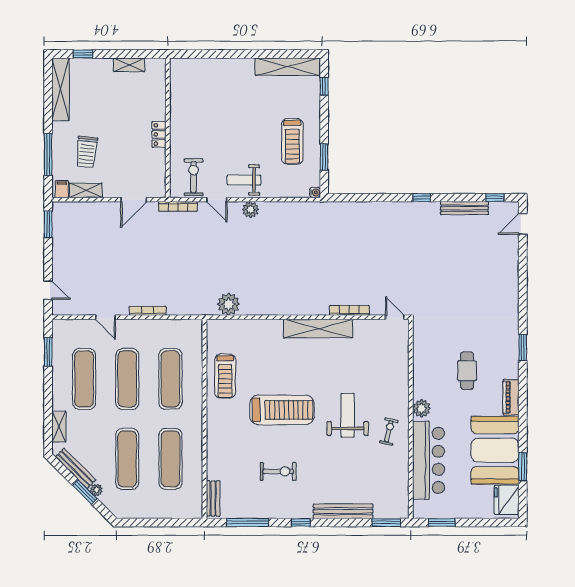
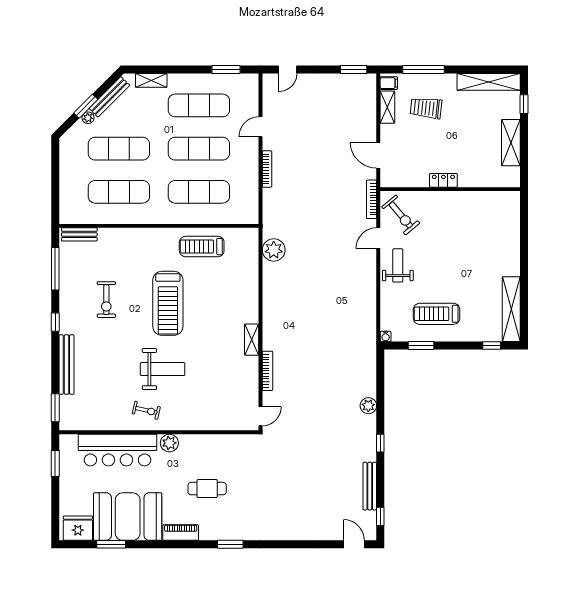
shelving: (129, 65) -> (511, 143), width x1.50, depth x1.33
exercise bike: (194, 177) -> (401, 215), turned 50
plant: (251, 210) -> (368, 406), moved
shelving: (318, 329) -> (252, 340), width x0.45, depth x0.75

